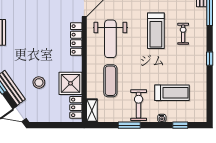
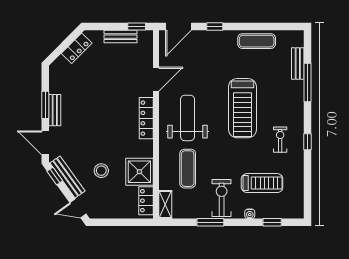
treadmill: (156, 31) -> (243, 108), width x1.37, depth x1.38
exercise bike: (183, 34) -> (280, 140), moved
weight bench: (110, 39) -> (188, 118), turned 180

